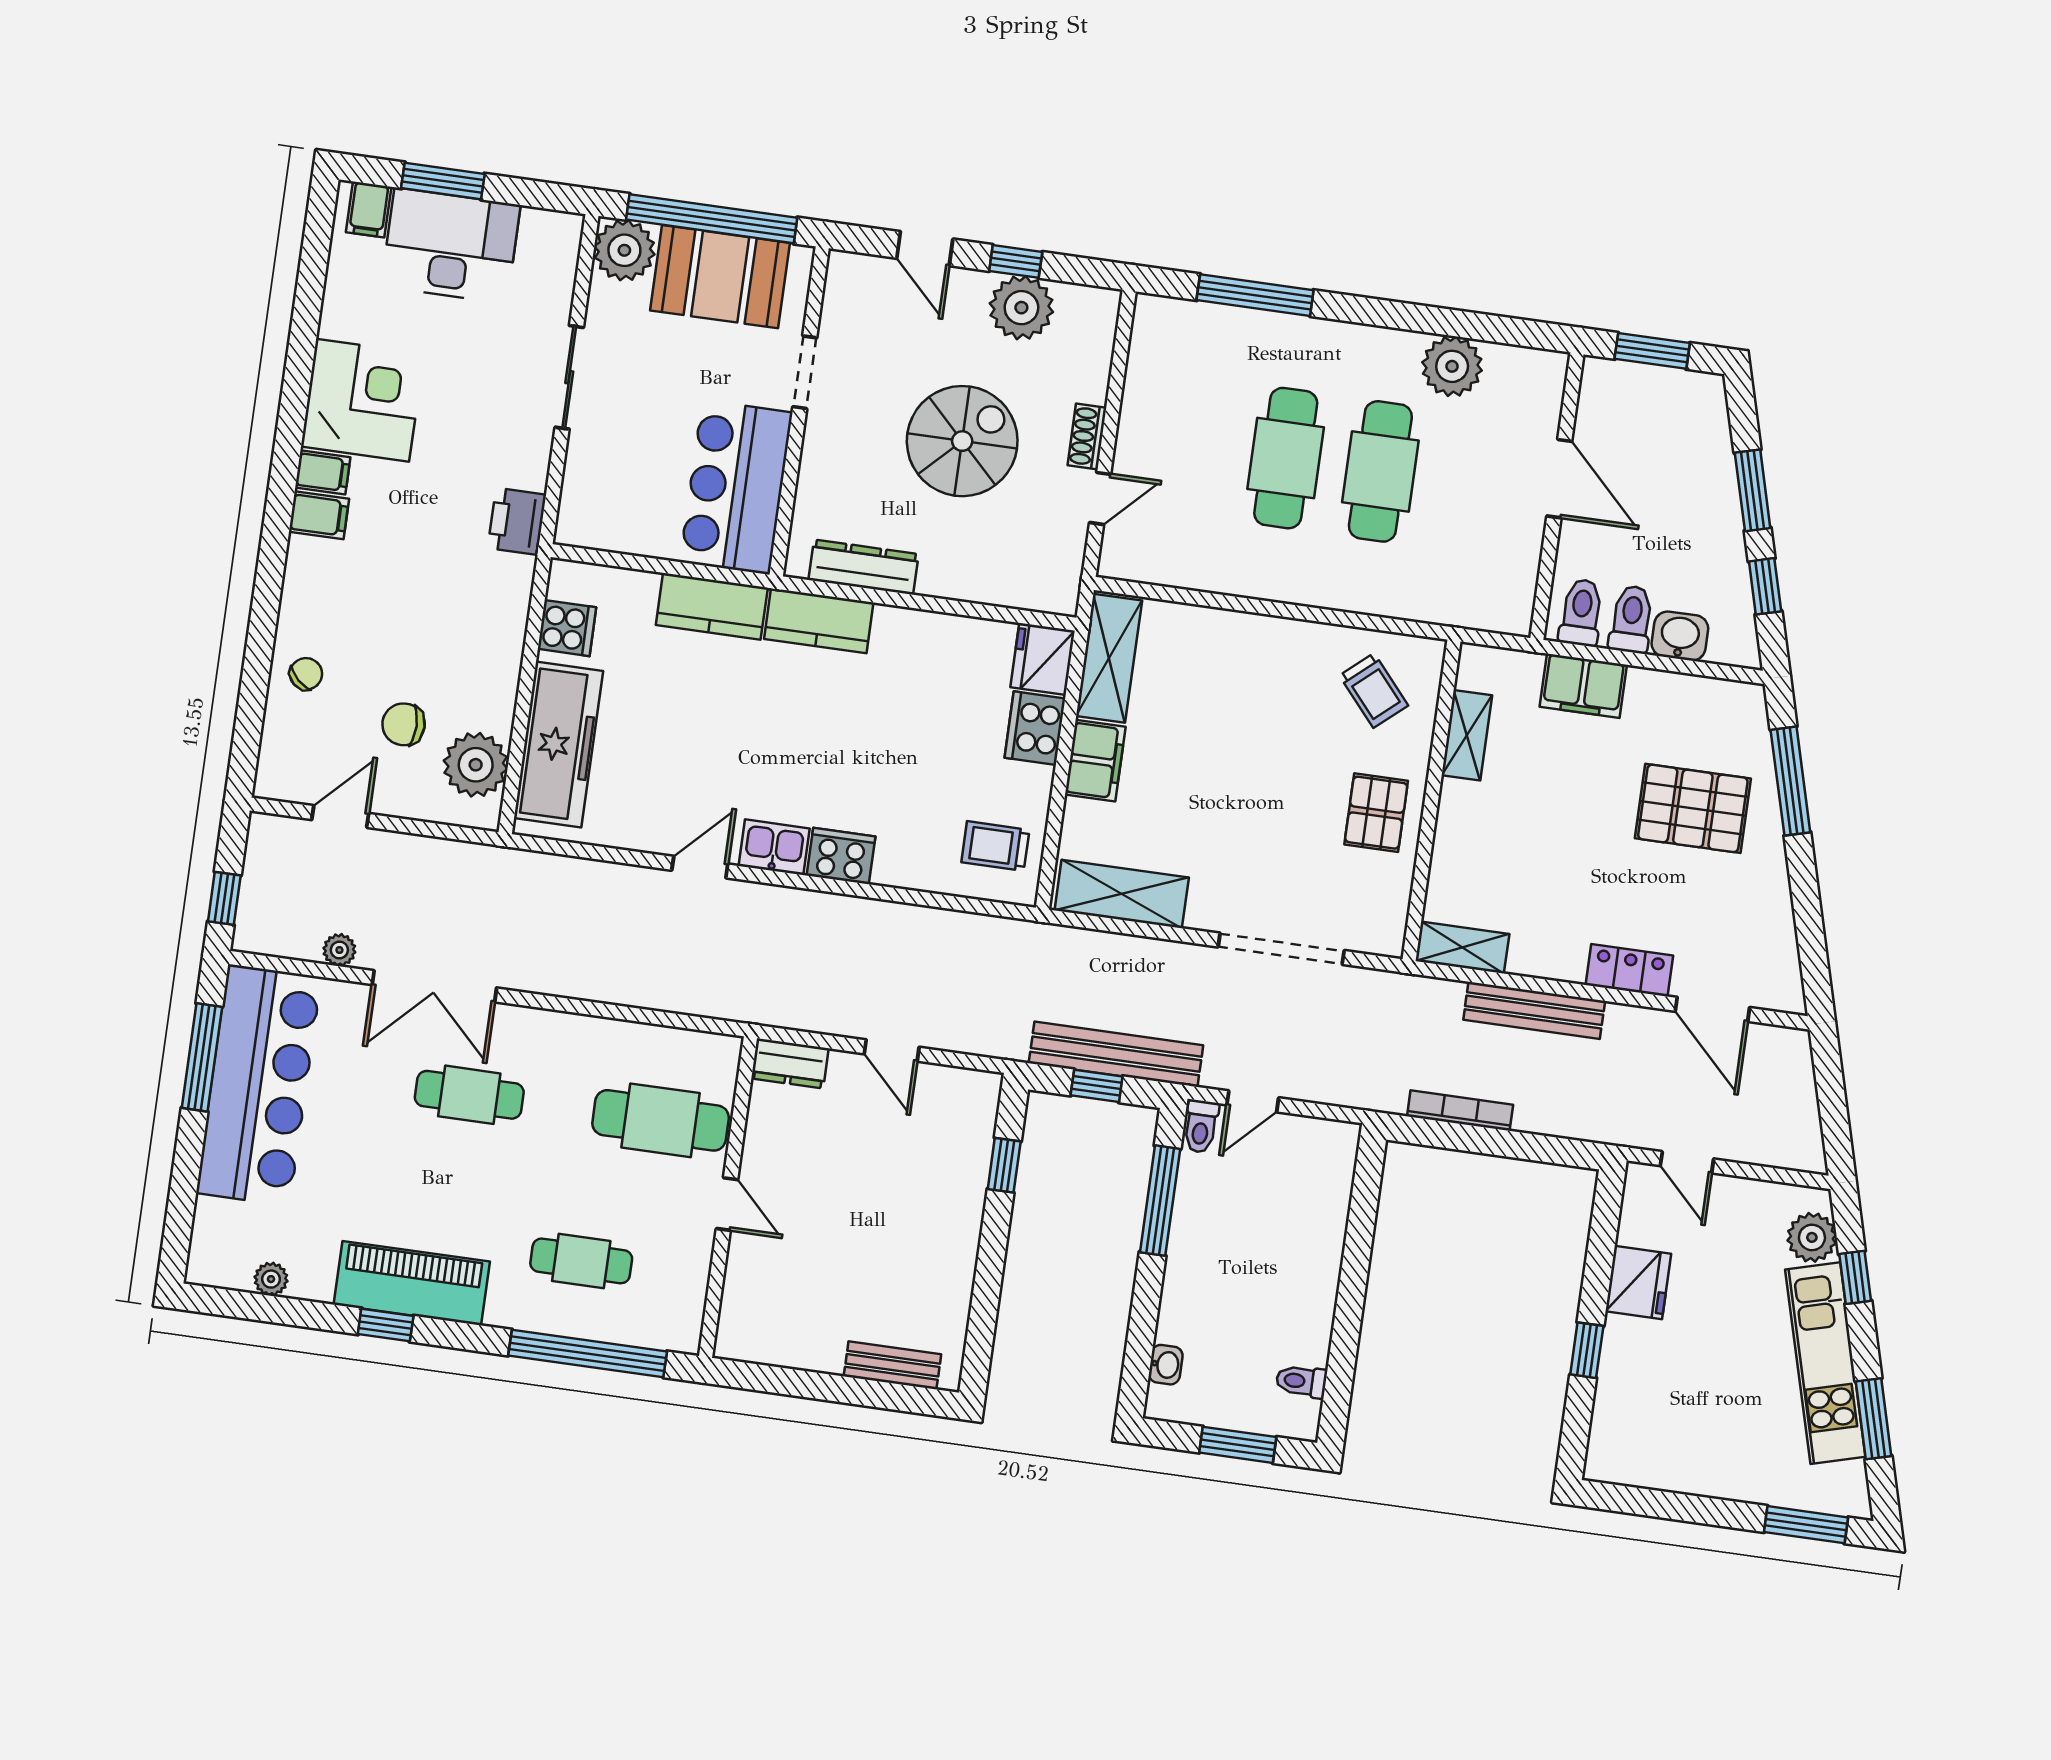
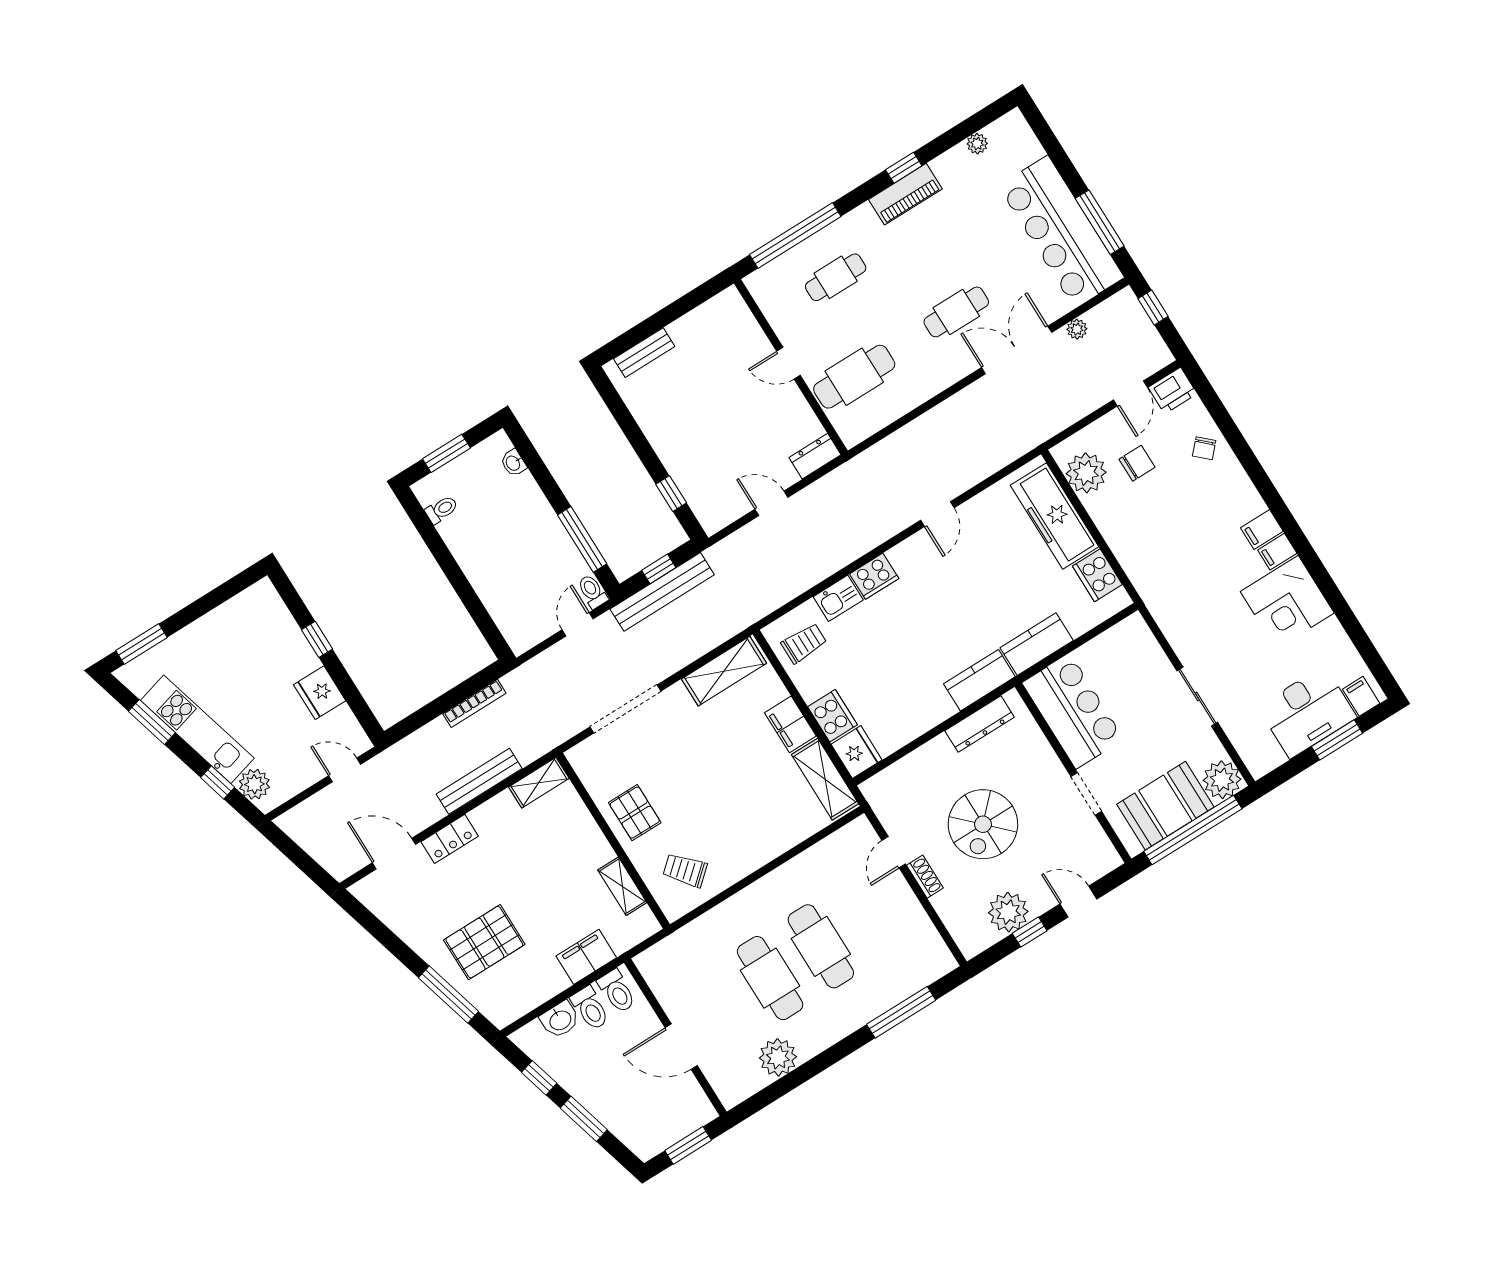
printer: (517, 521) -> (1173, 391), moved, turned 90
cooker: (567, 628) -> (1097, 575), width x1.36
kitchen sink: (774, 847) -> (838, 598), moved
piano: (412, 1283) -> (905, 194), width x0.73, depth x0.75

